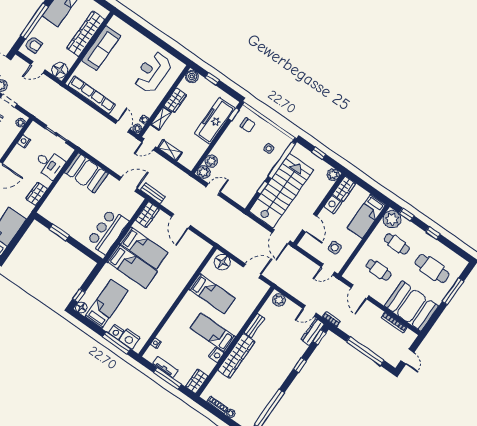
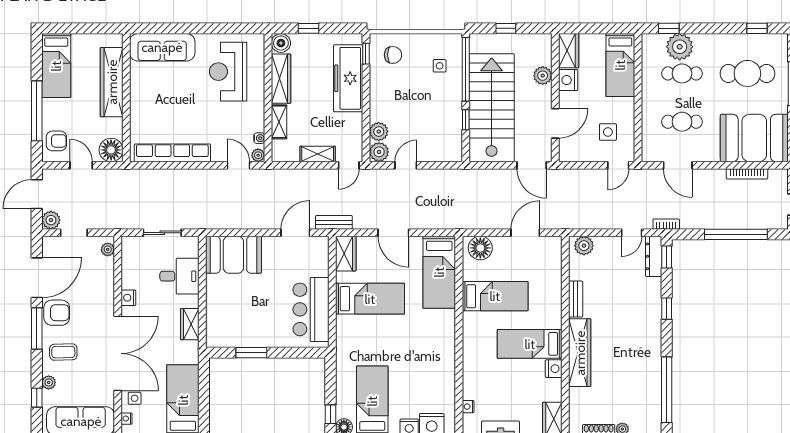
sofa: (101, 48) -> (162, 47), moved, turned 90
door: (38, 67) -> (81, 165), swing flipped
wardrobe: (175, 100) -> (281, 79), width x1.50
nightstand: (24, 141) -> (128, 298), moved
door: (149, 144) -> (349, 165), moved
plant: (333, 175) -> (543, 76), moved
plant: (392, 219) -> (680, 47), moved
door: (309, 223) -> (555, 123), hinge flipped
window: (433, 233) -> (757, 28), moved
bed: (132, 266) -> (439, 272), moved, turned 90

